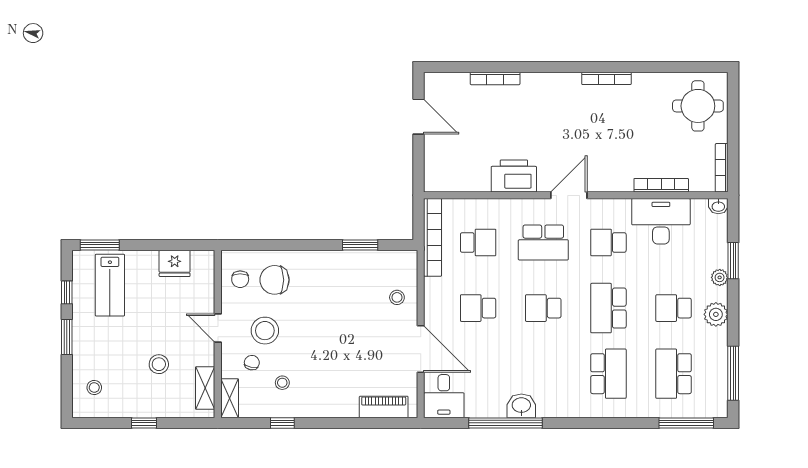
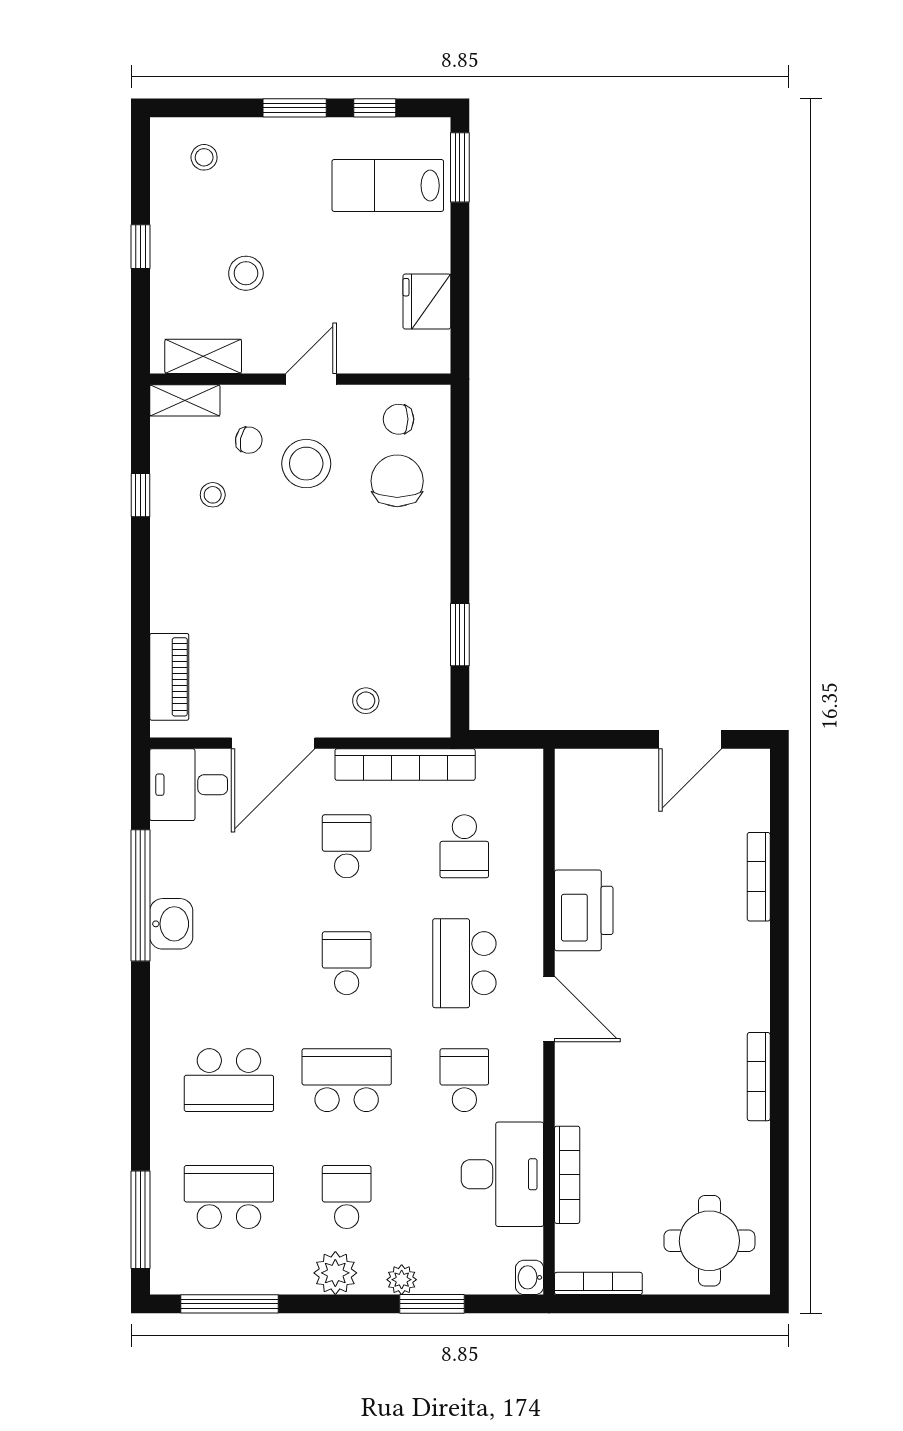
bookcase: (433, 237) -> (405, 765), moved

